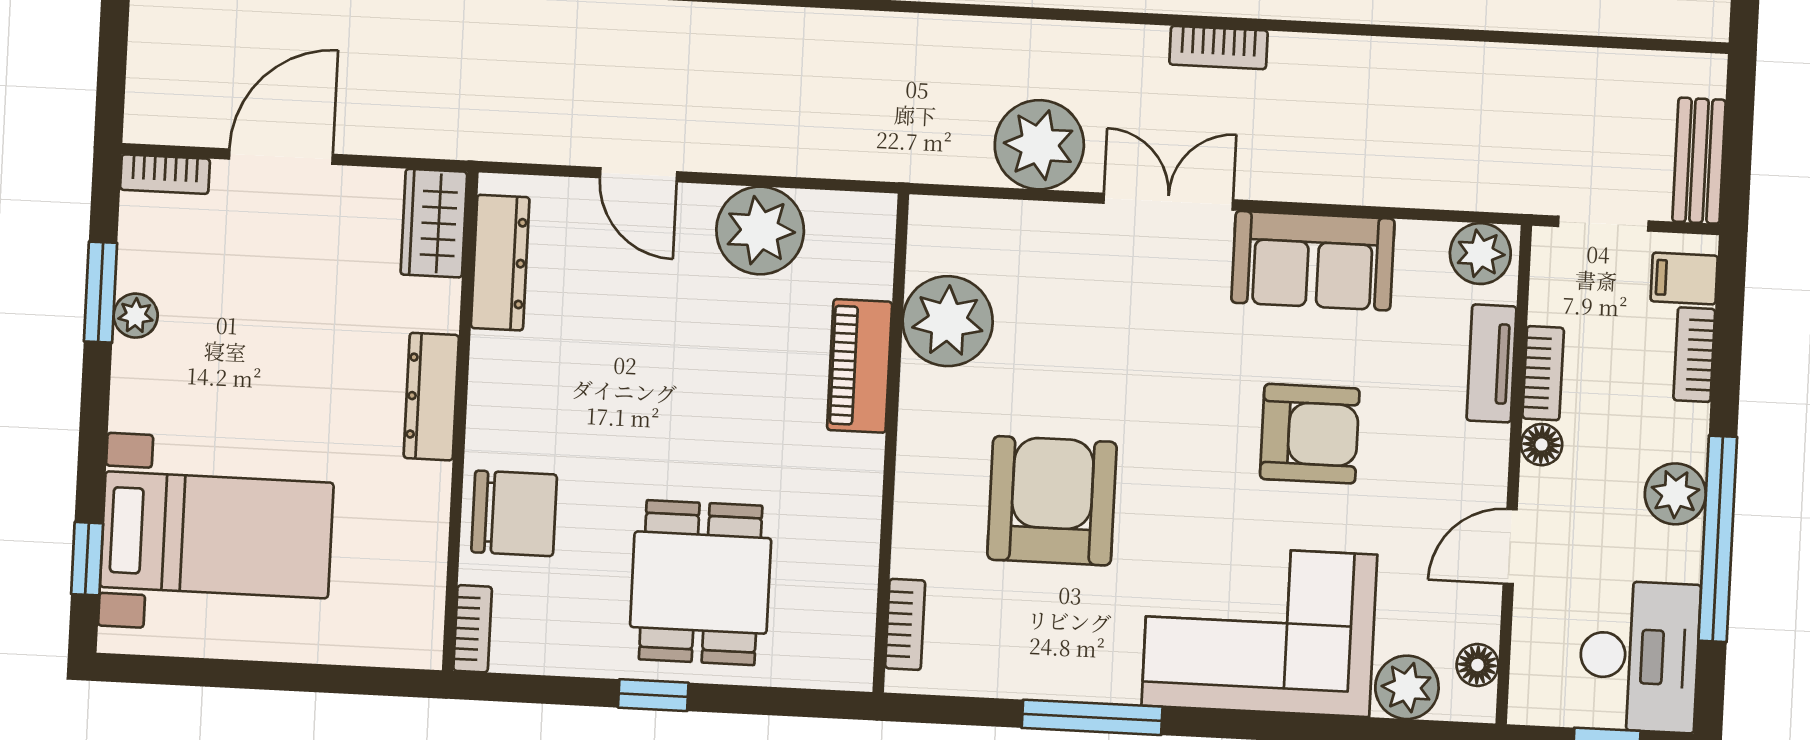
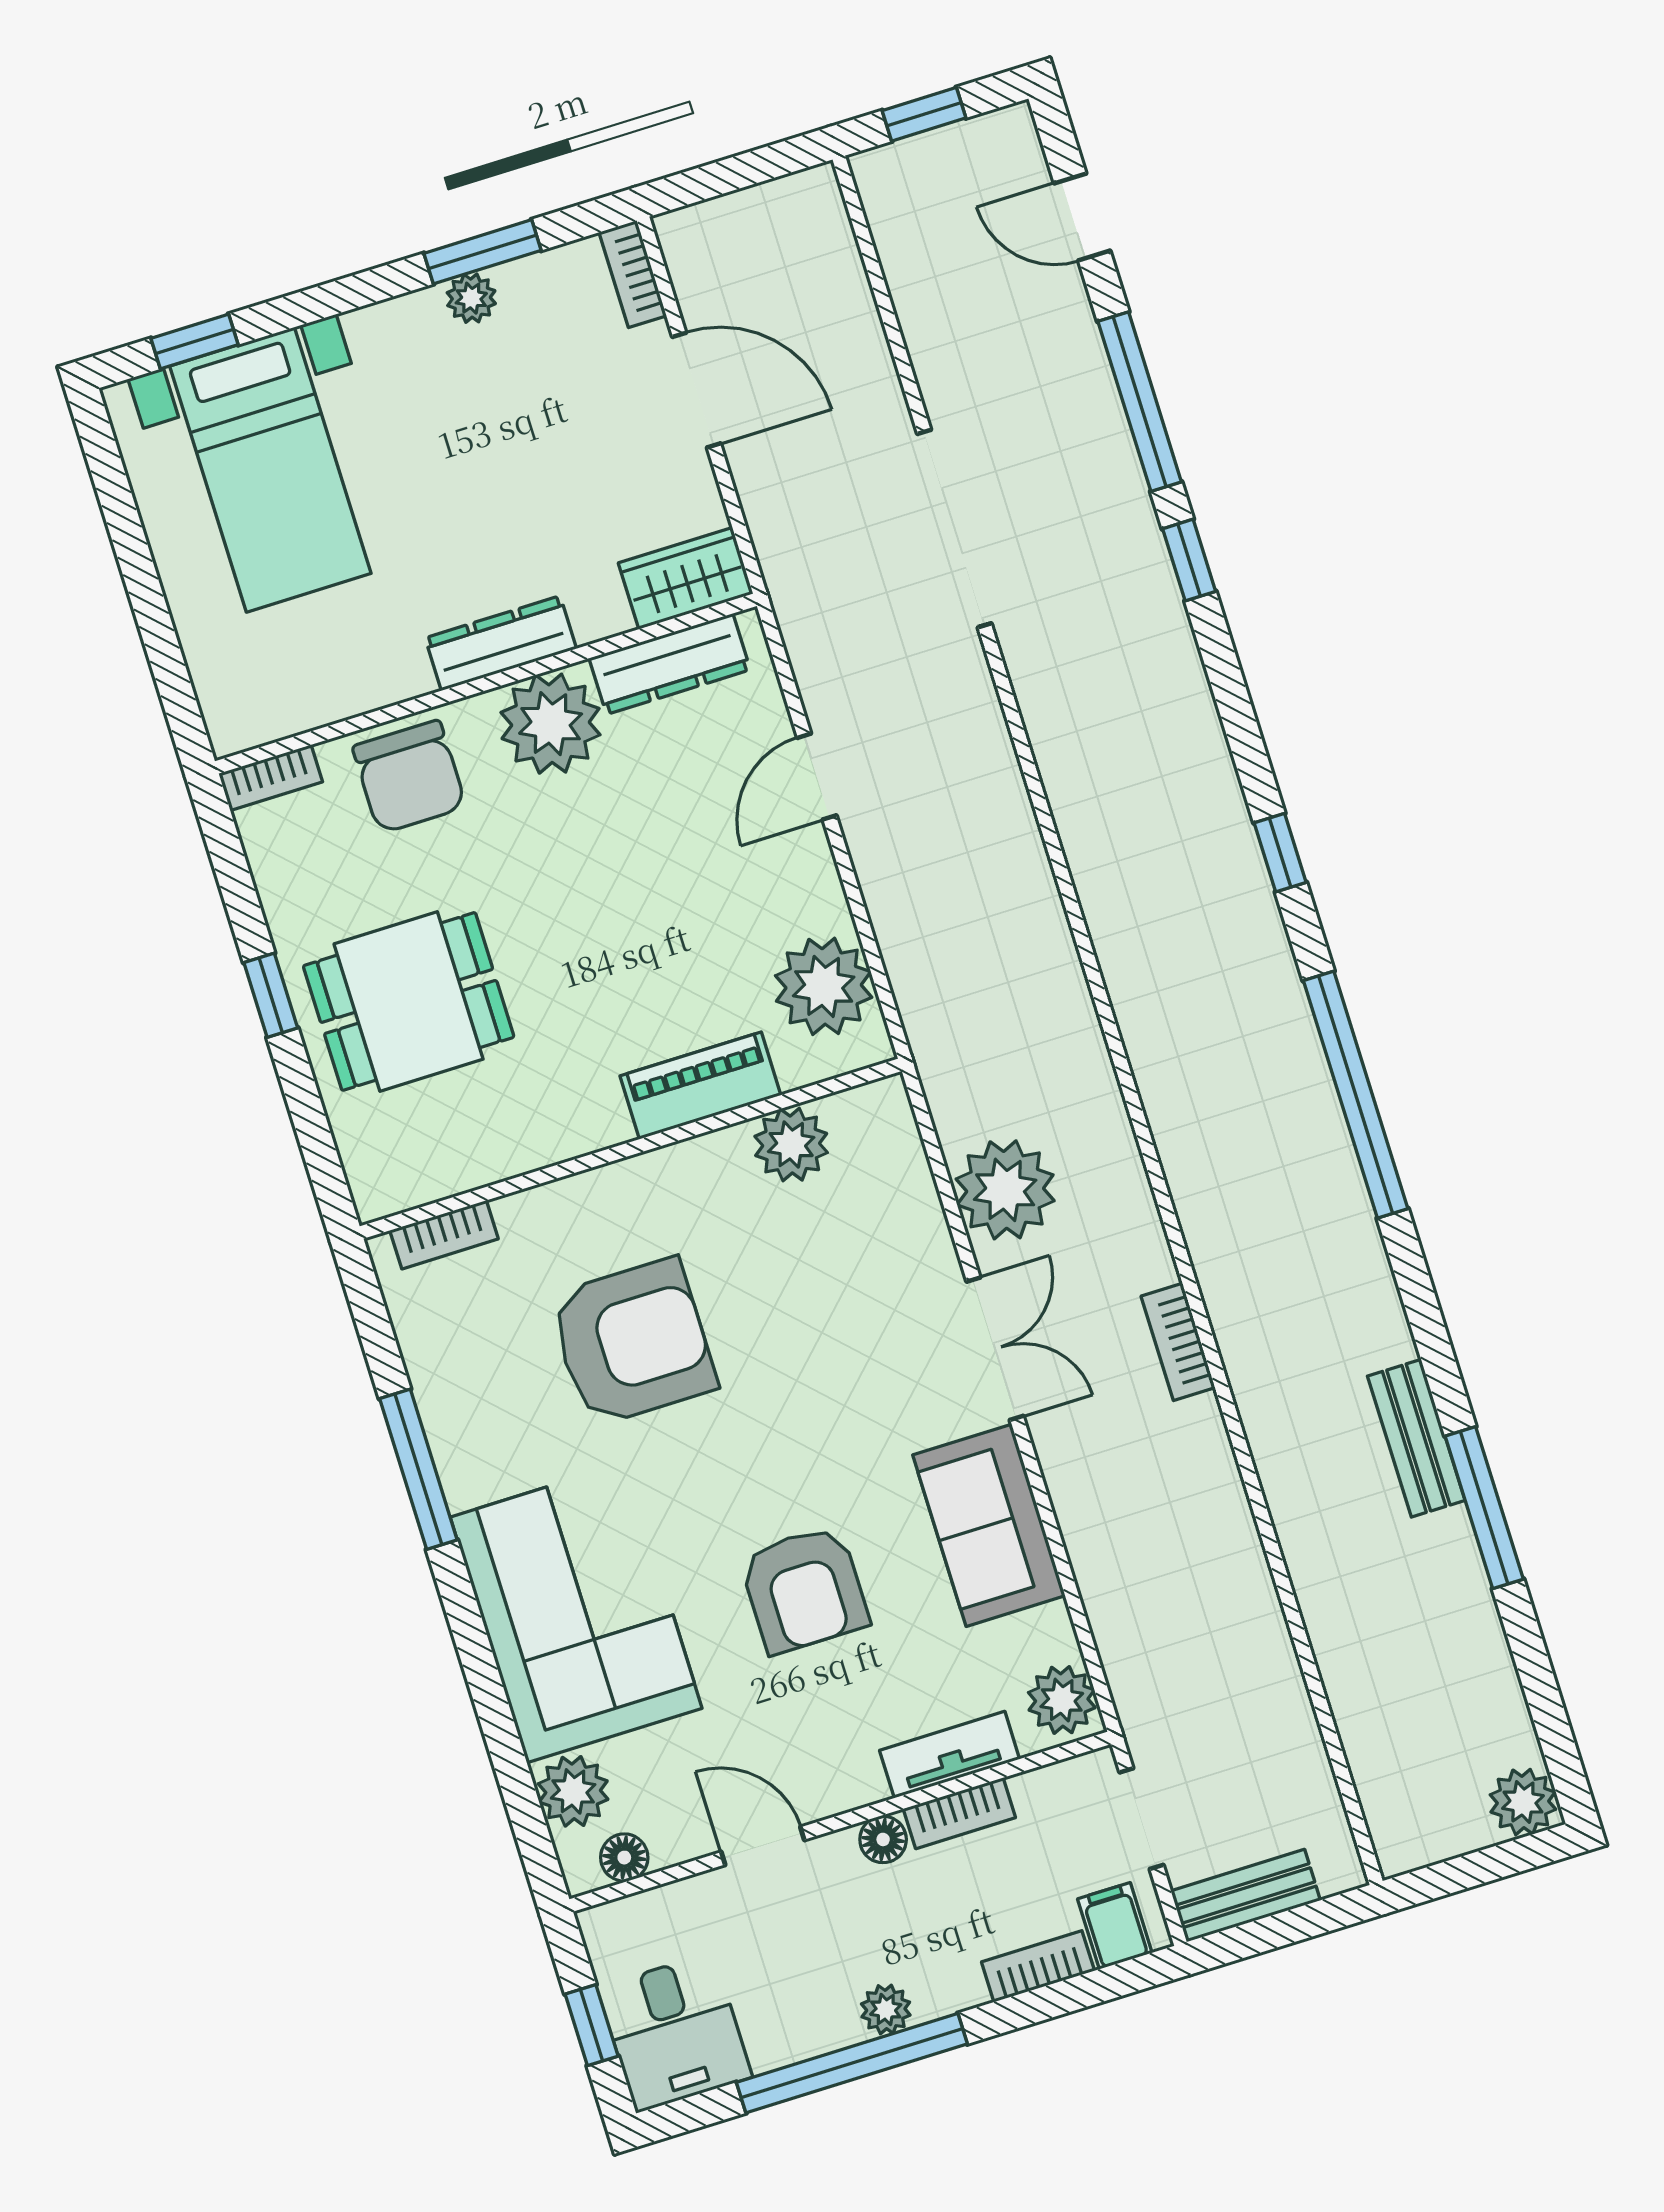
plant: (760, 230) -> (824, 986), moved
plant: (948, 321) -> (791, 1145), width x0.73, depth x0.73
plant: (513, 380) -> (551, 724), added
plant: (1675, 494) -> (886, 2010), width x0.73, depth x0.73
desk: (1639, 656) -> (675, 2032), width x0.73

